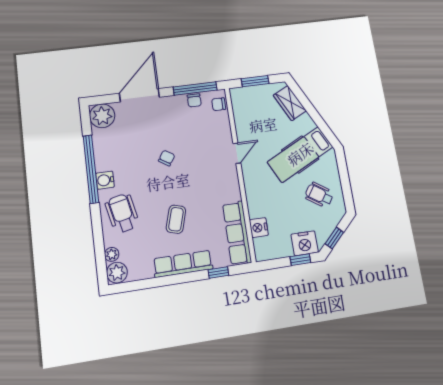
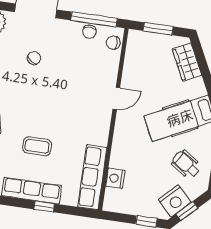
chair: (167, 158) -> (34, 58), moved
coffee table: (176, 219) -> (37, 146), turned 74
nightstand: (305, 243) -> (175, 201), moved, turned -45
window: (218, 273) -> (44, 206), moved

